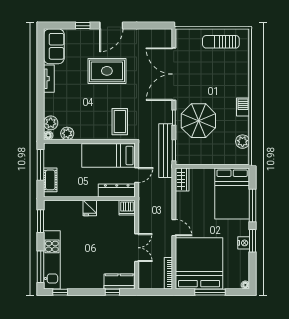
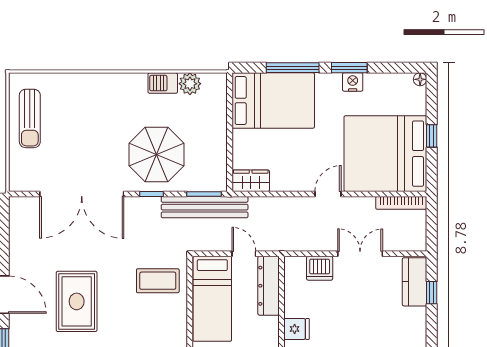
barbecue: (243, 107) -> (163, 83), moved
dishwasher: (127, 208) -> (320, 268), moved, turned 90
window: (210, 292) -> (432, 136), width x0.46

